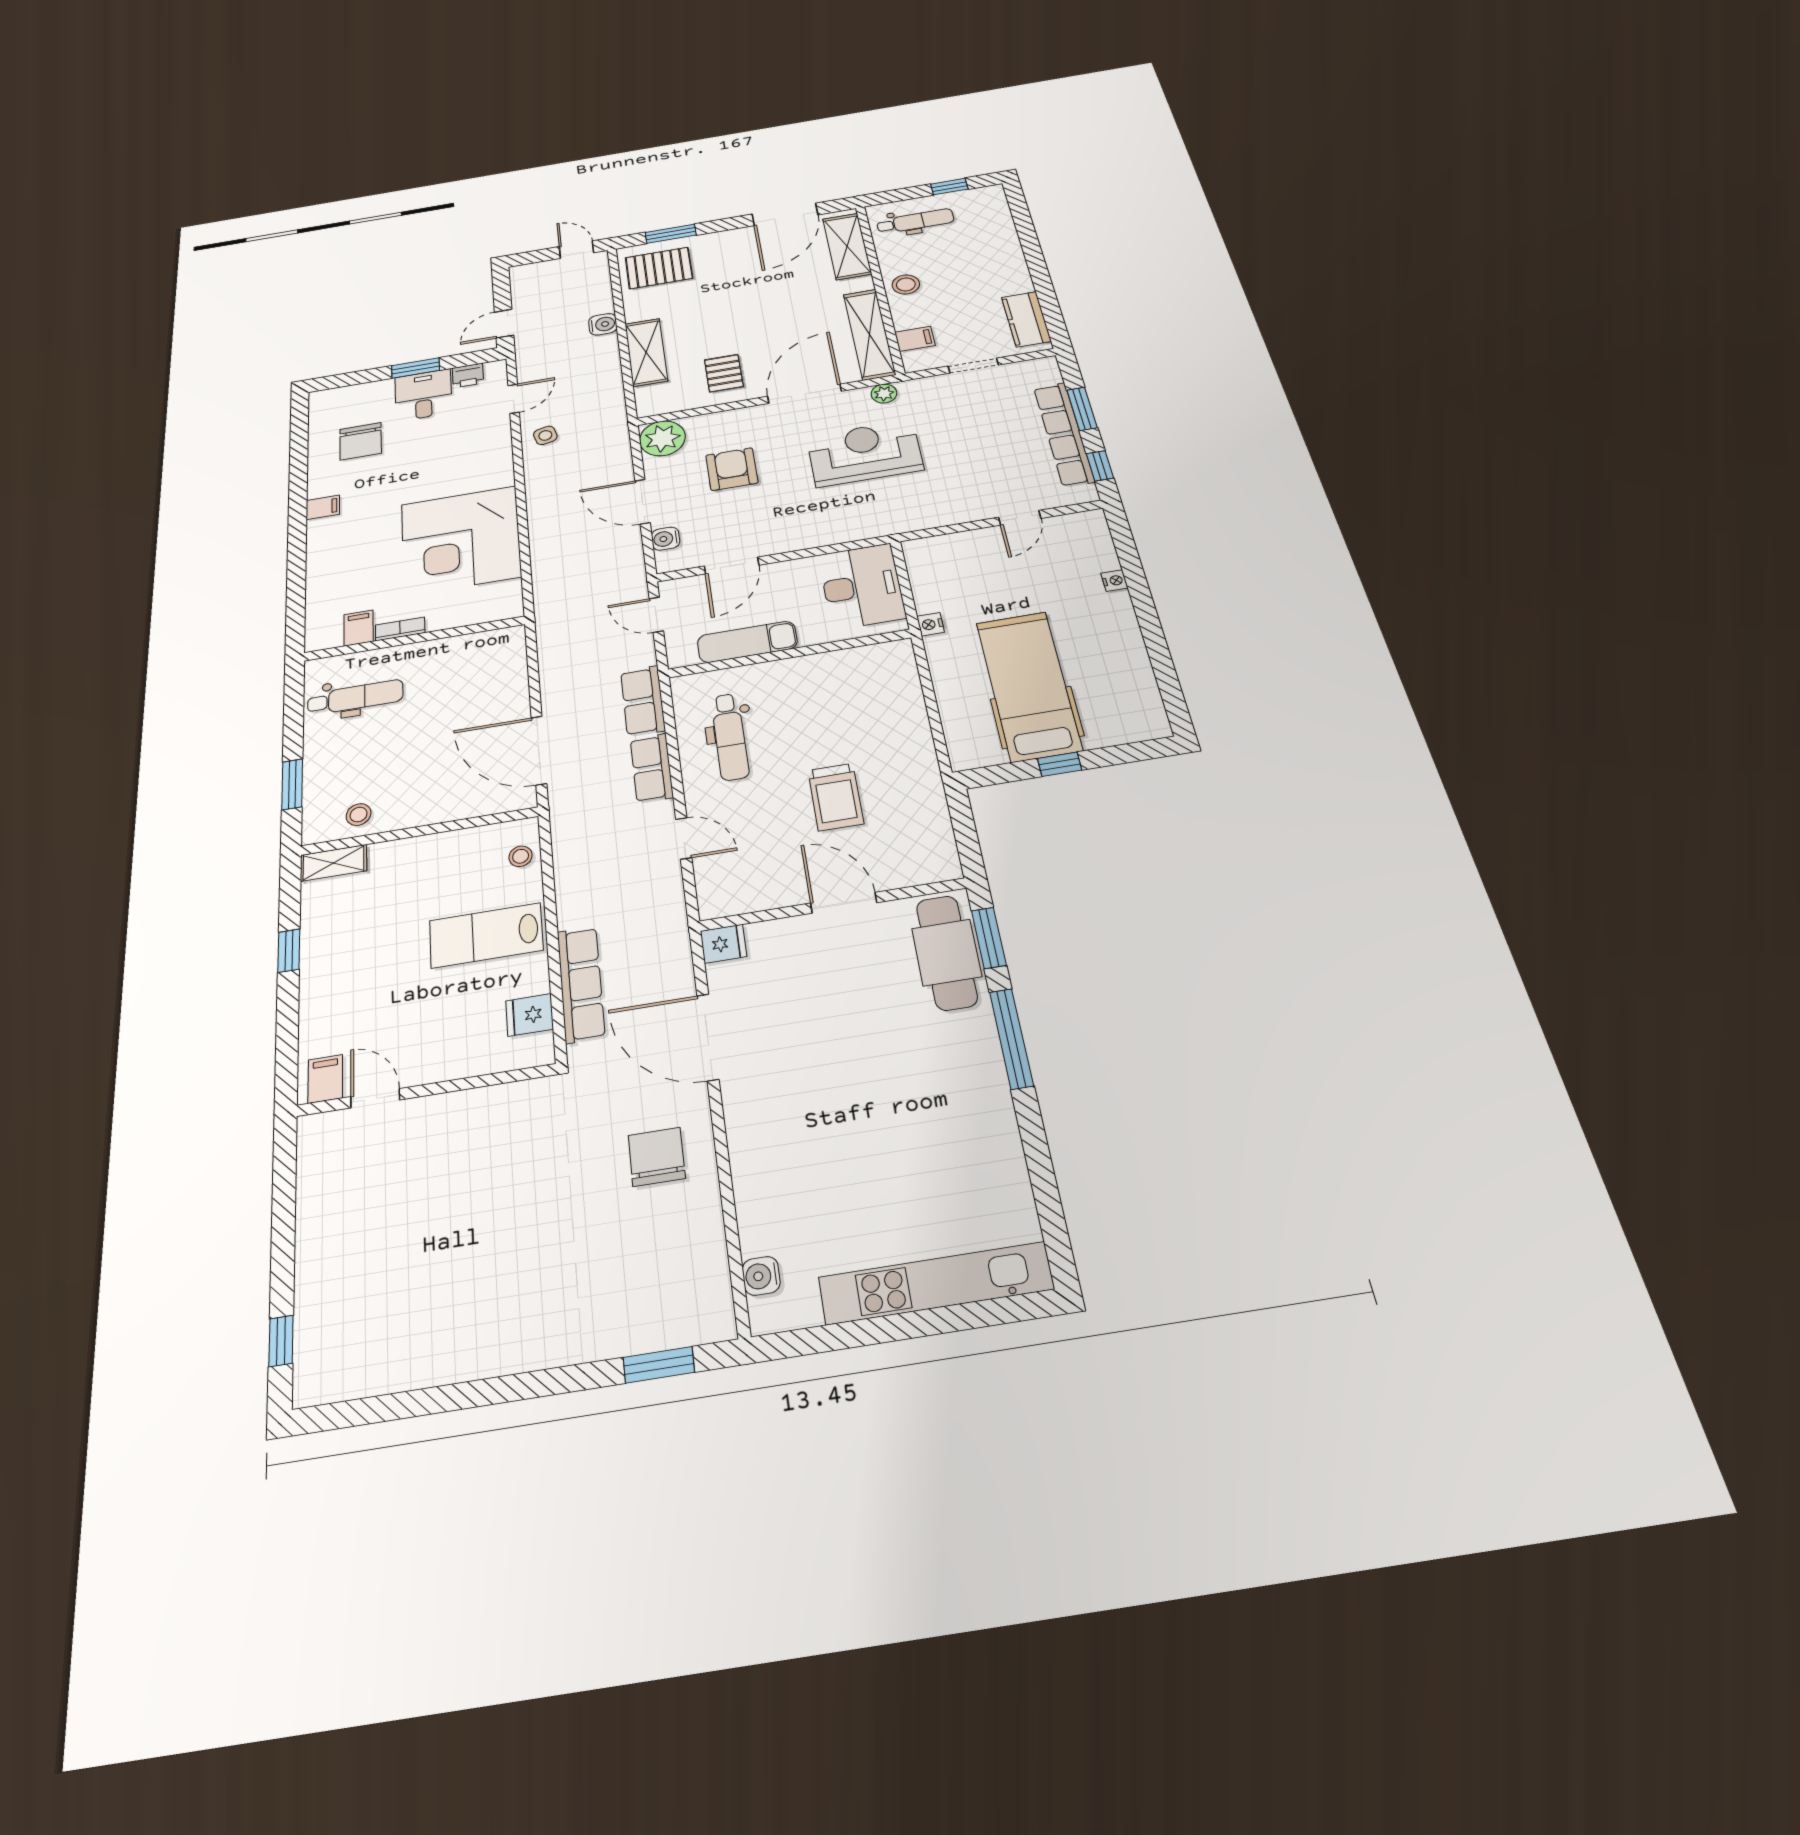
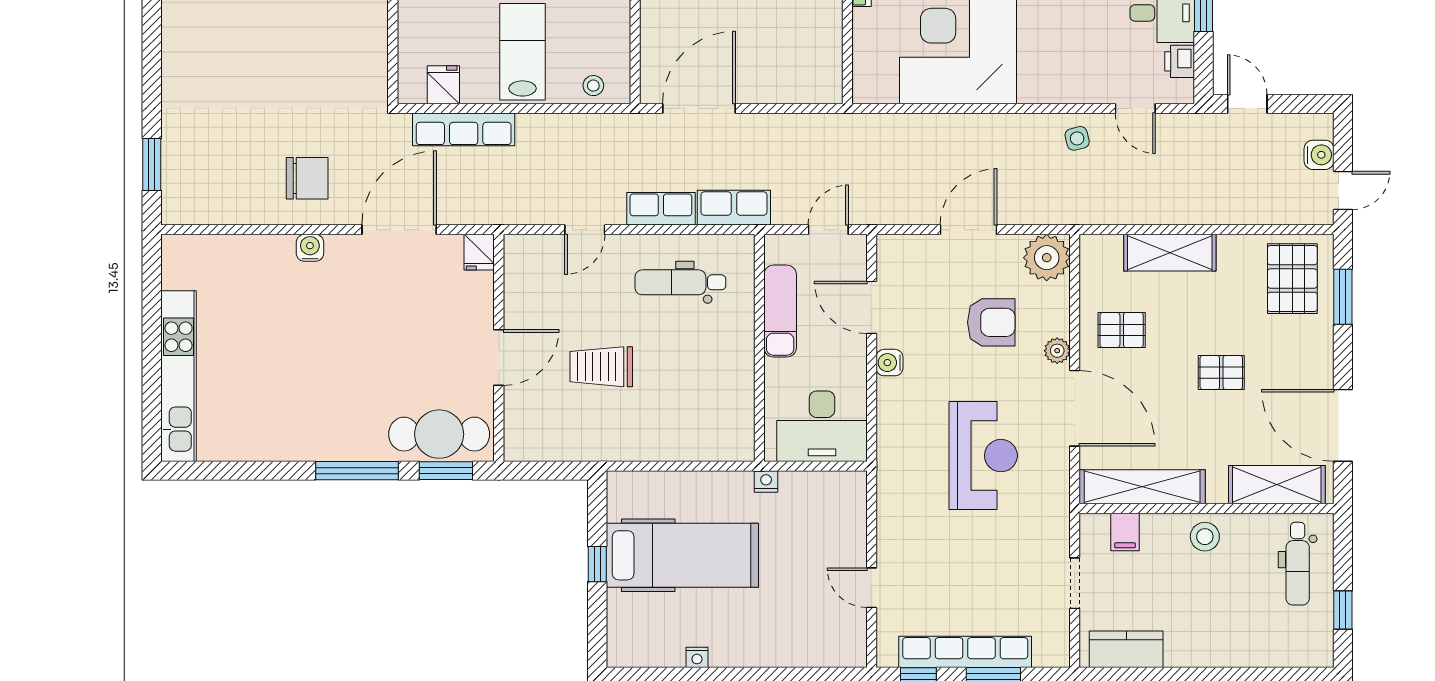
pallet: (752, 299) -> (1221, 372), added
water cooler: (603, 324) -> (1319, 155), moved, turned -90
plant: (884, 393) -> (1057, 351), moved
water cooler: (666, 539) -> (889, 363), moved, turned -90
nightstand: (1114, 581) -> (697, 657), moved
water cooler: (761, 1276) -> (310, 248), moved

